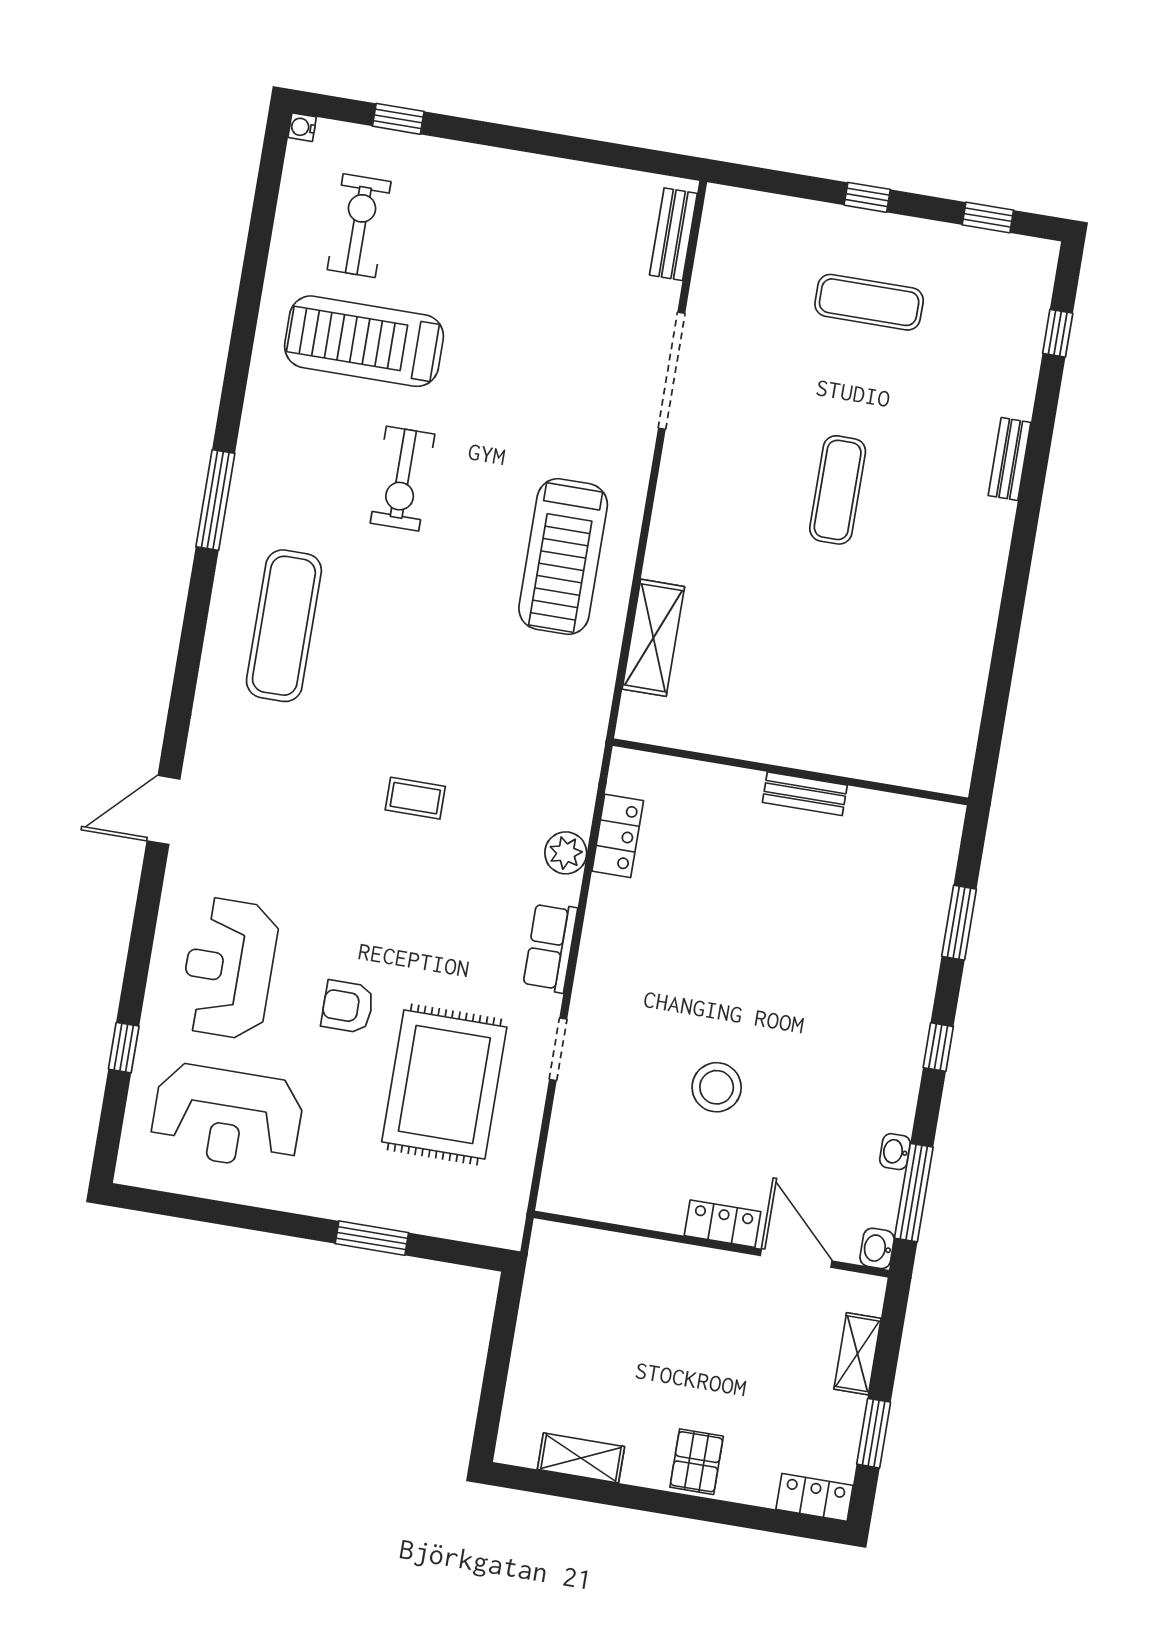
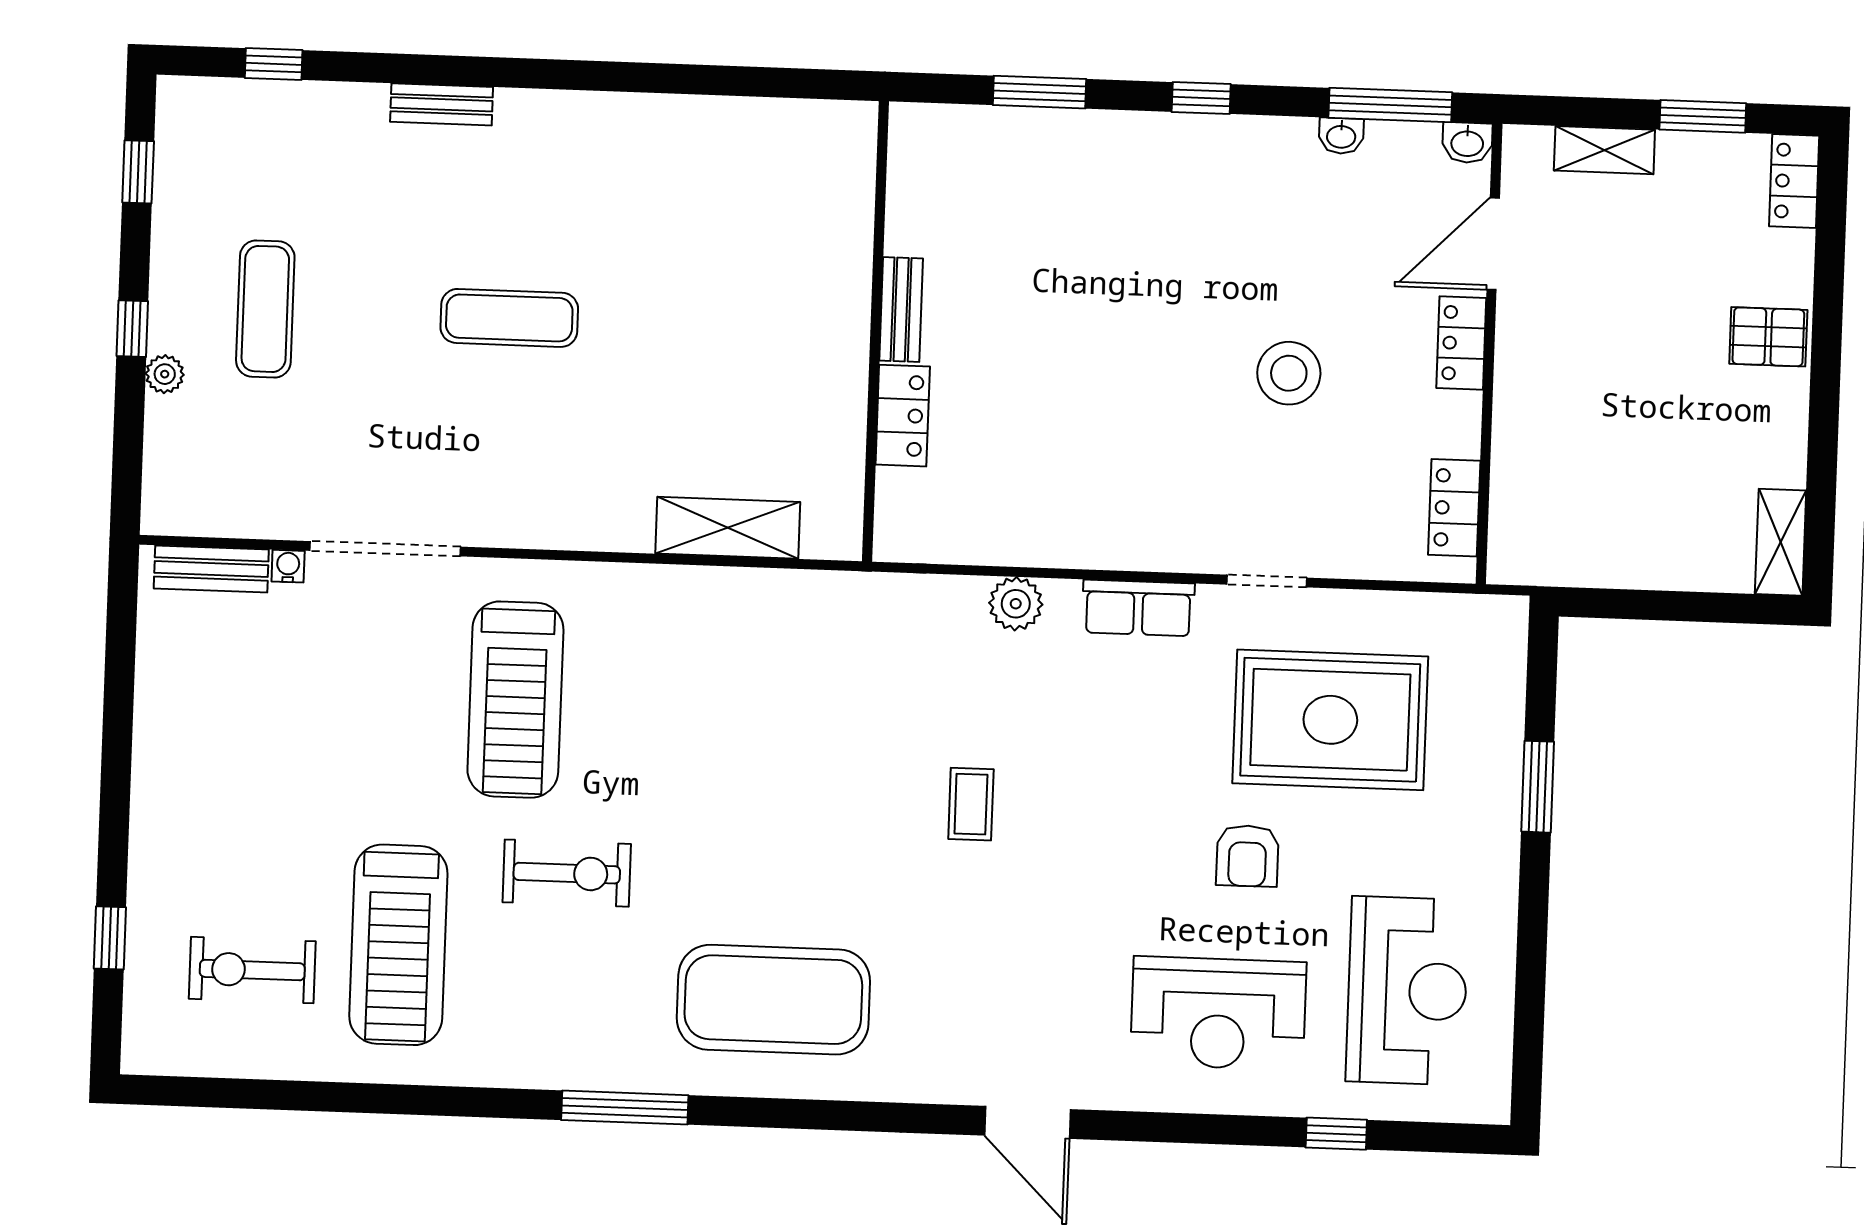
water cooler: (302, 127) -> (288, 566), moved, turned 180
plant: (829, 218) -> (165, 374), added
treadmill: (563, 556) -> (515, 700), moved, turned 90
exercise mat: (284, 626) -> (773, 1000), width x1.47
locker: (618, 836) -> (903, 416), moved, turned 90
locker: (596, 1202) -> (1454, 508), added
shelving: (581, 1458) -> (1781, 542), moved

